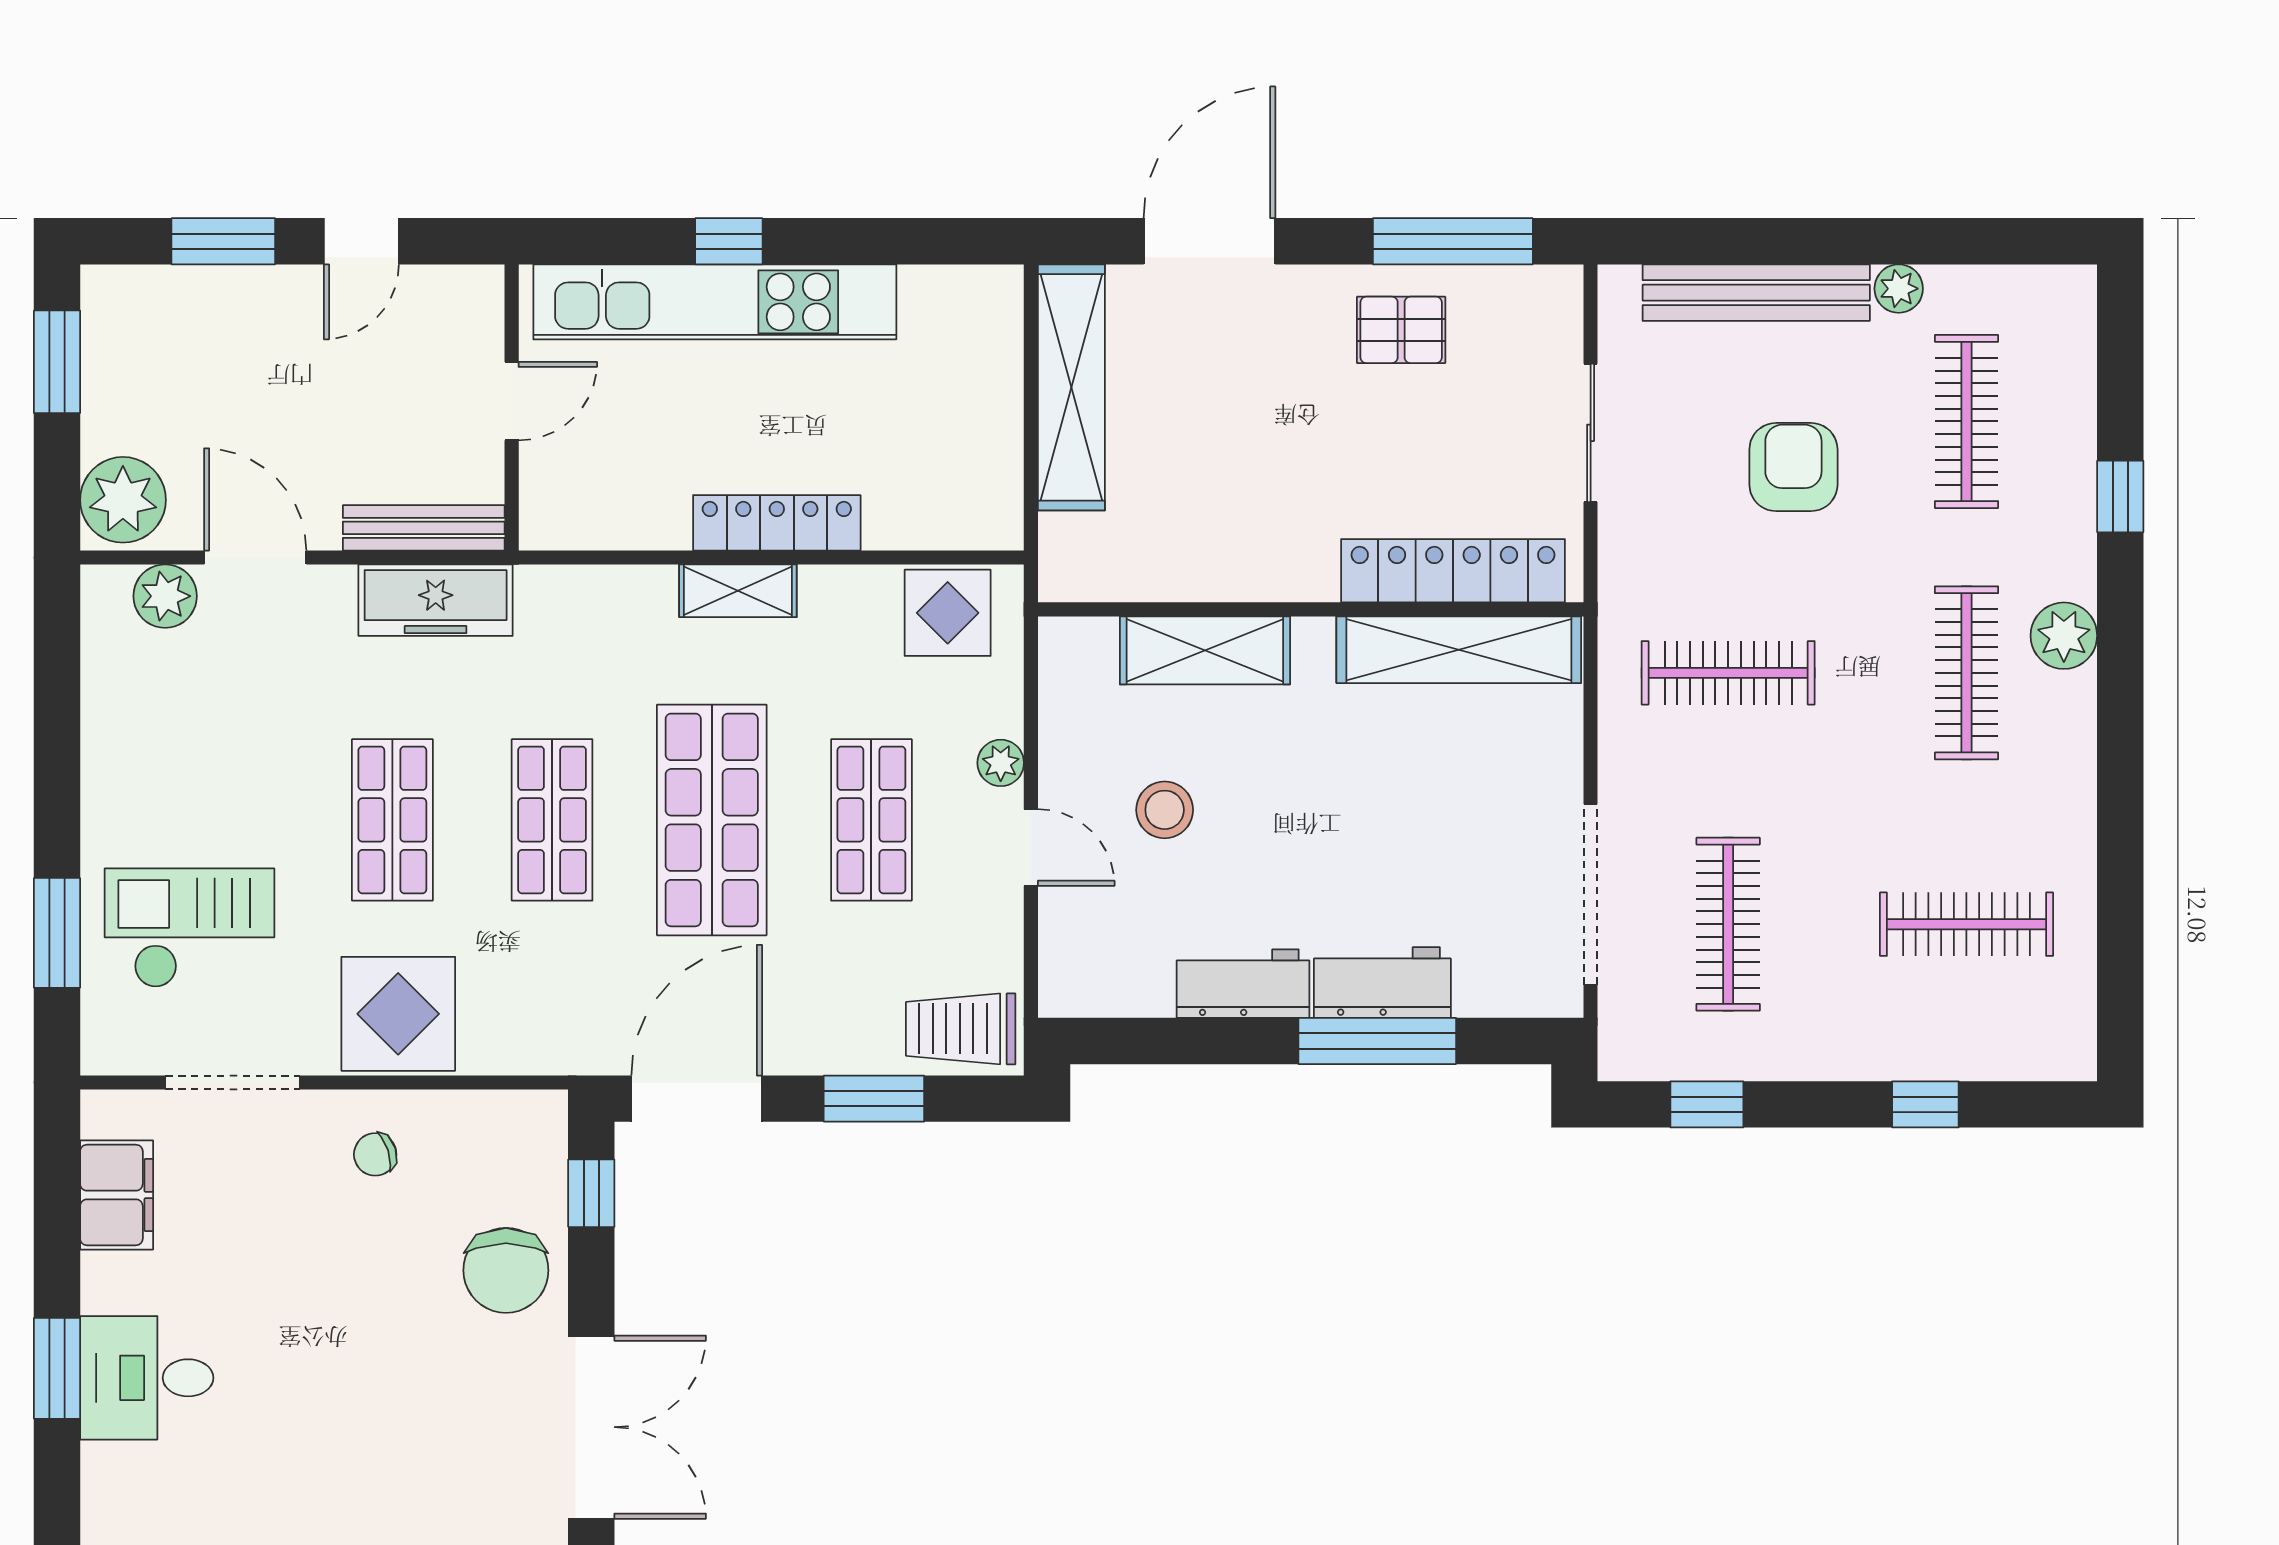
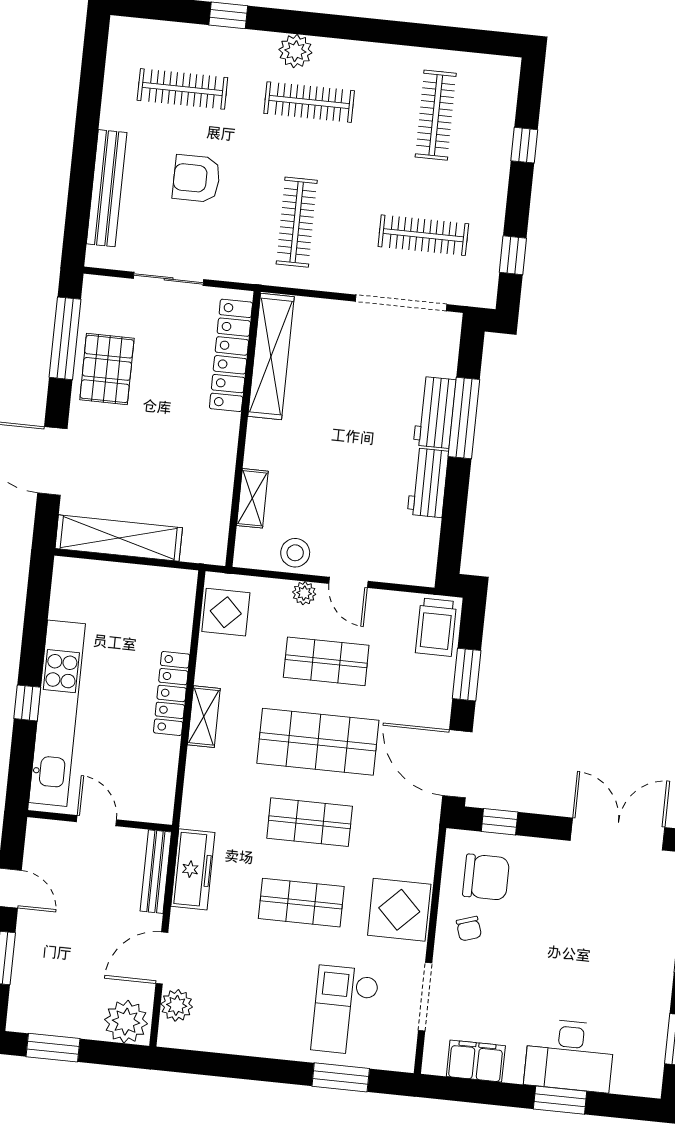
plant: (1899, 289) -> (112, 116), removed
pallet: (1401, 330) -> (107, 369), width x1.50, depth x1.42
shelving: (1205, 650) -> (252, 498), width x0.67, depth x0.75
stool: (1165, 810) -> (295, 553), moved
door: (1031, 848) -> (348, 582), swing flipped
chair: (506, 1270) -> (486, 877), moved
desk: (147, 1378) -> (569, 1055), width x1.37

